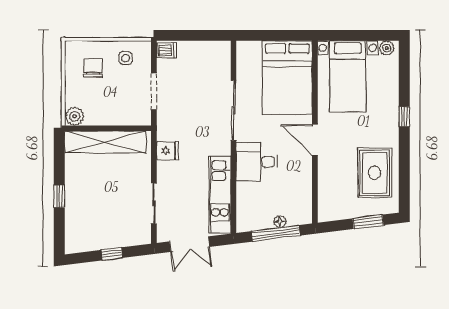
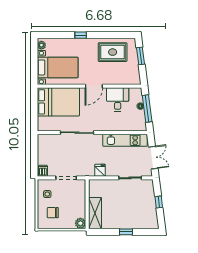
shelving: (105, 142) -> (95, 213), width x0.68
desk: (257, 162) -> (118, 99), moved, turned 180

